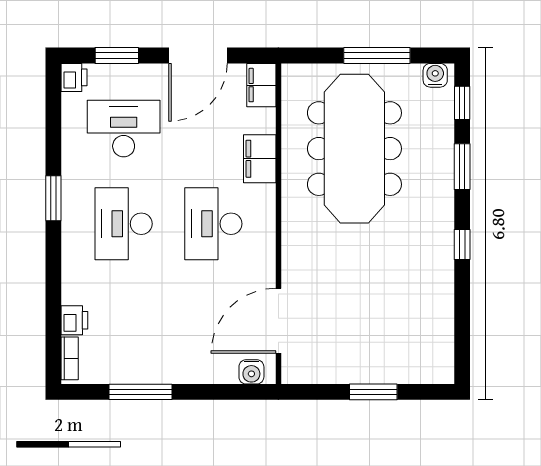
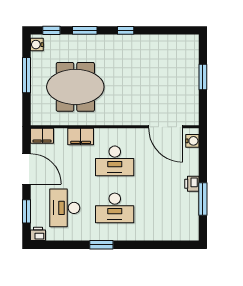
meeting table: (354, 149) -> (75, 87), width x0.73
printer: (74, 320) -> (192, 184), moved, turned -90
bookcase: (70, 358) -> (185, 236), removed

